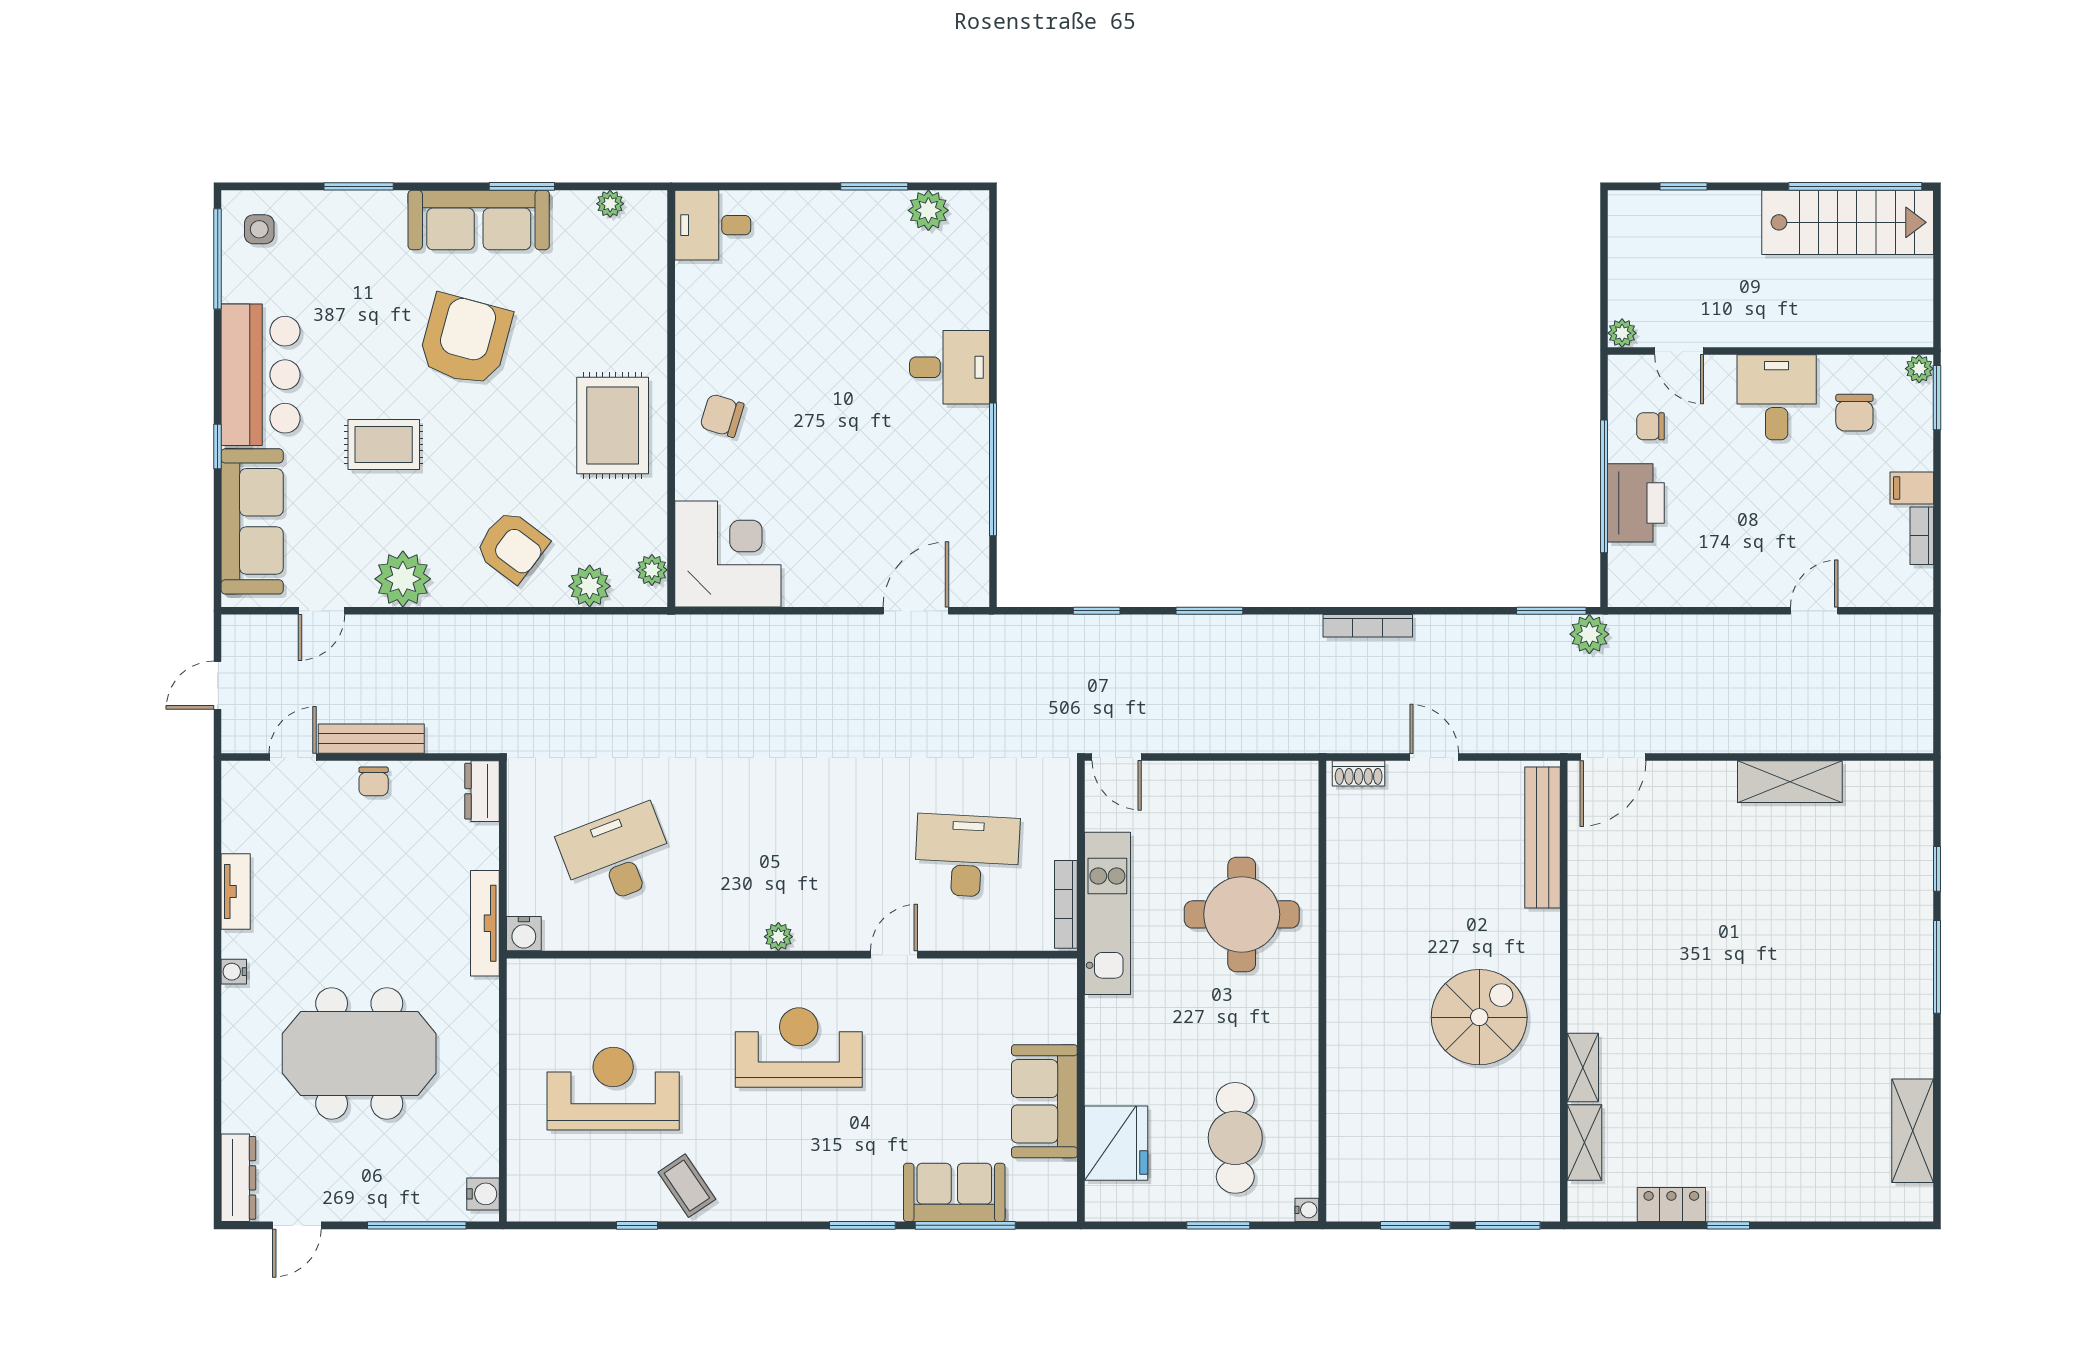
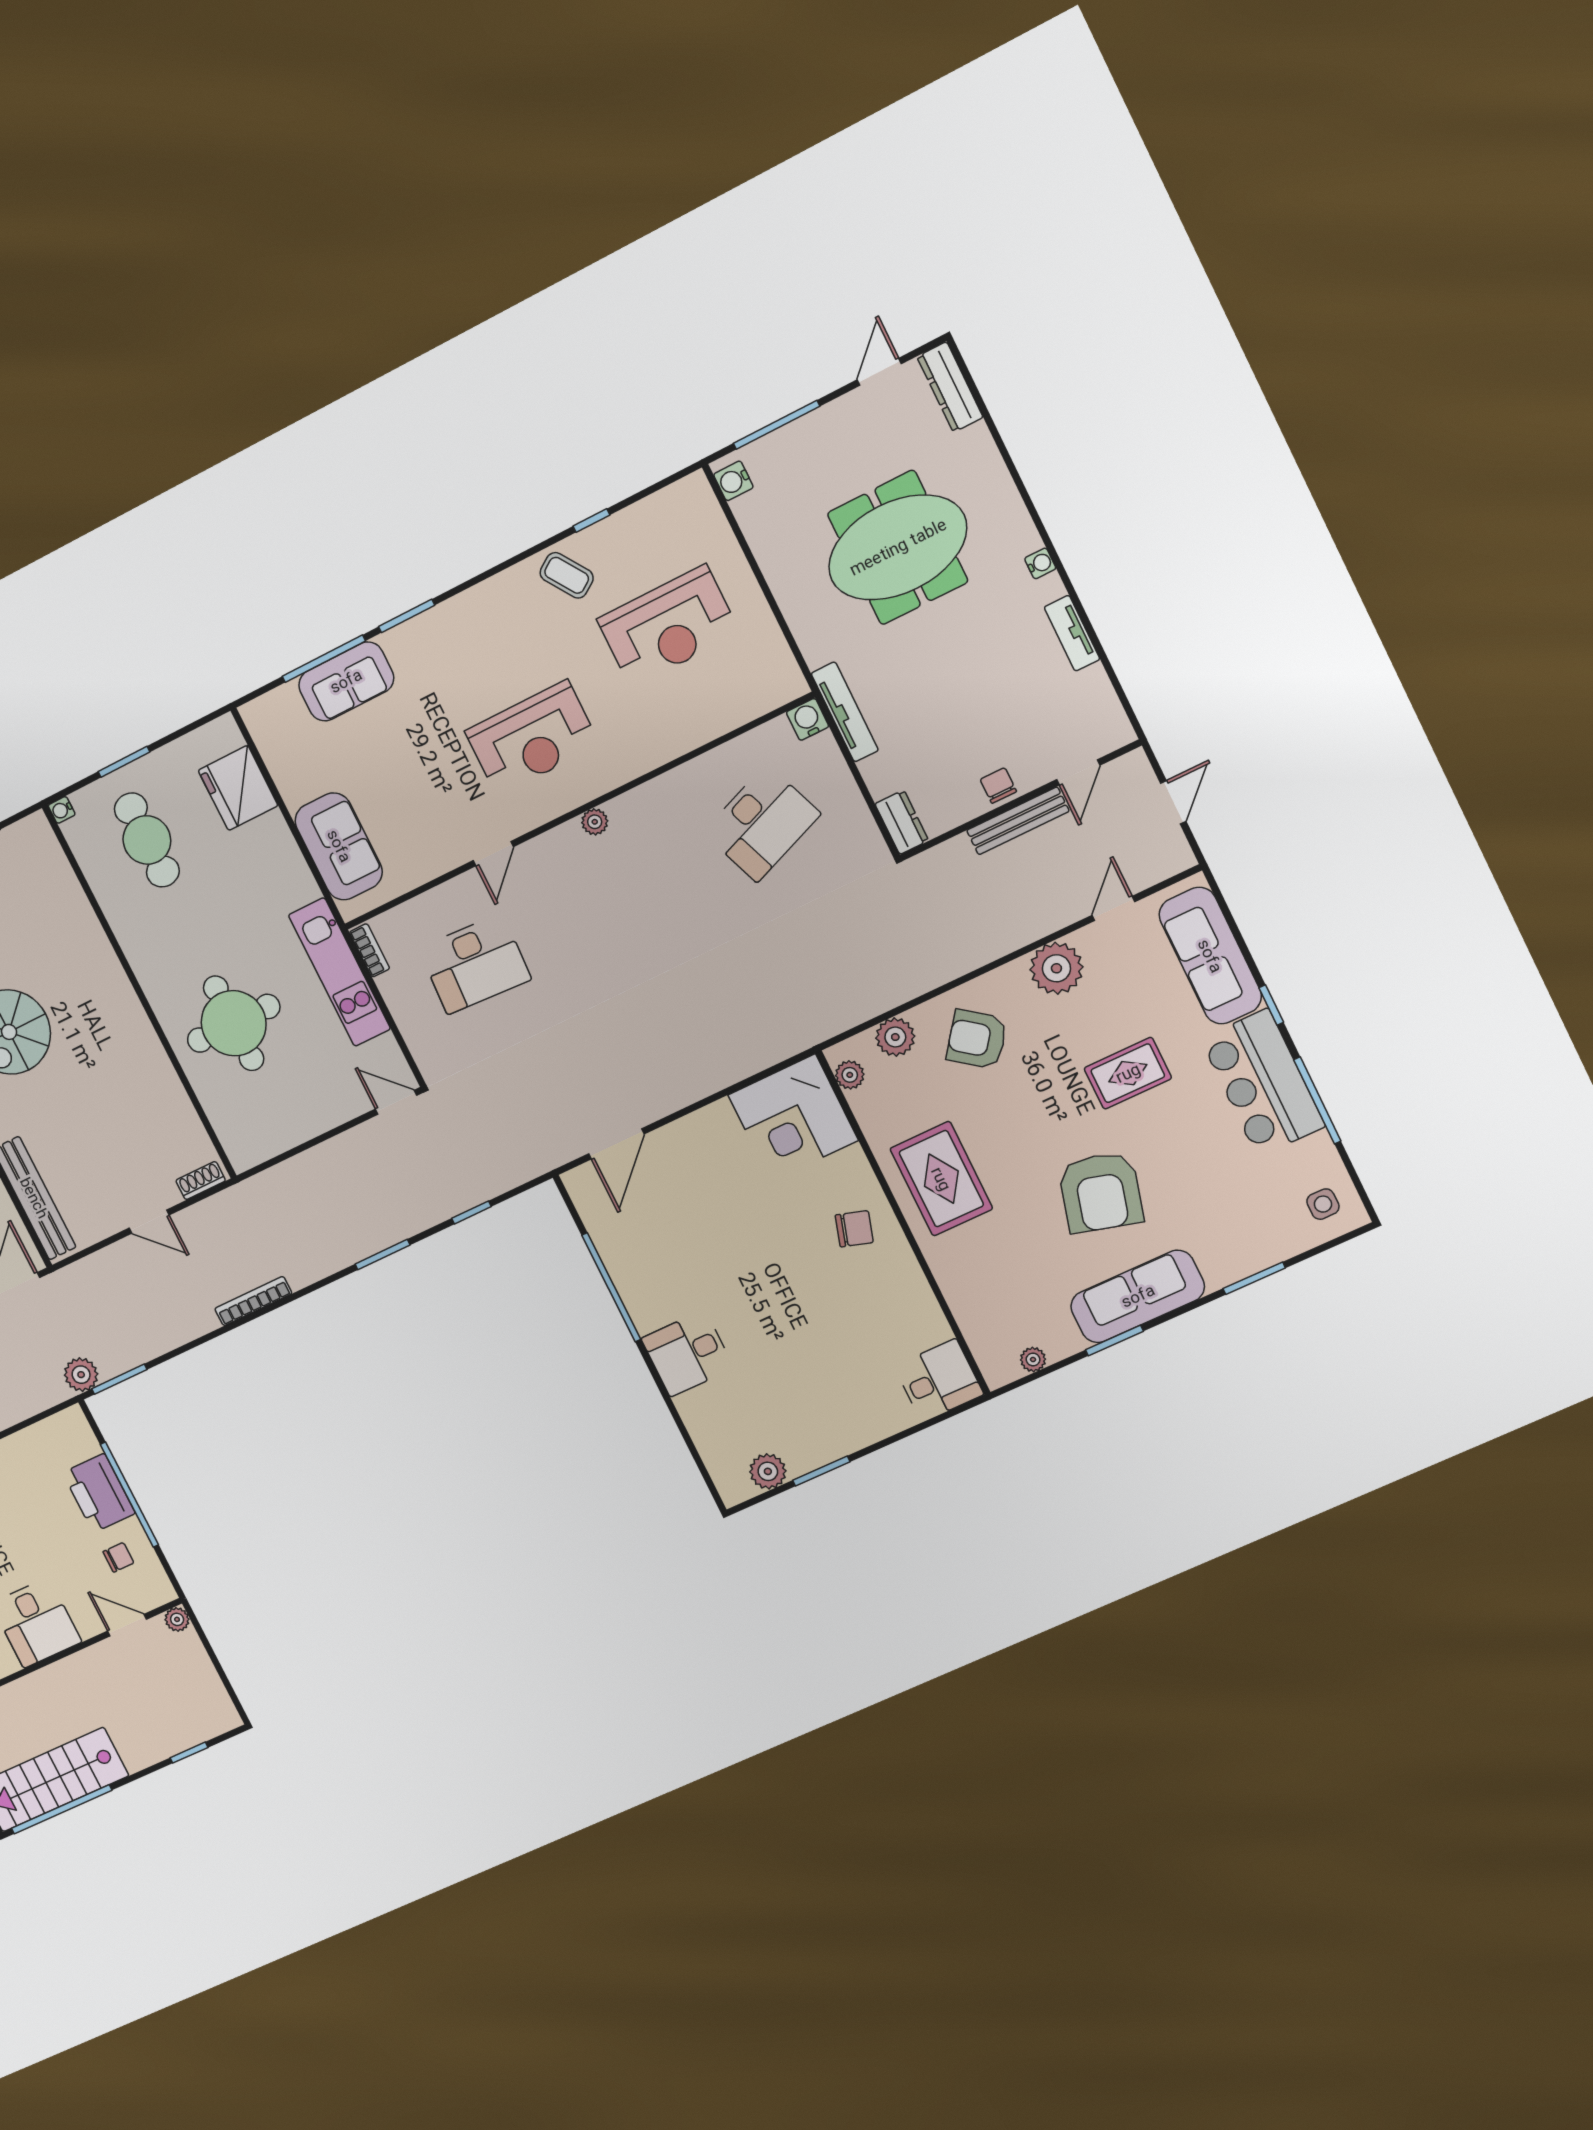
window: (218, 259) -> (1317, 1100), moved
bookcase: (1066, 904) -> (370, 950), width x0.64
sofa: (1044, 1101) -> (339, 846), moved

